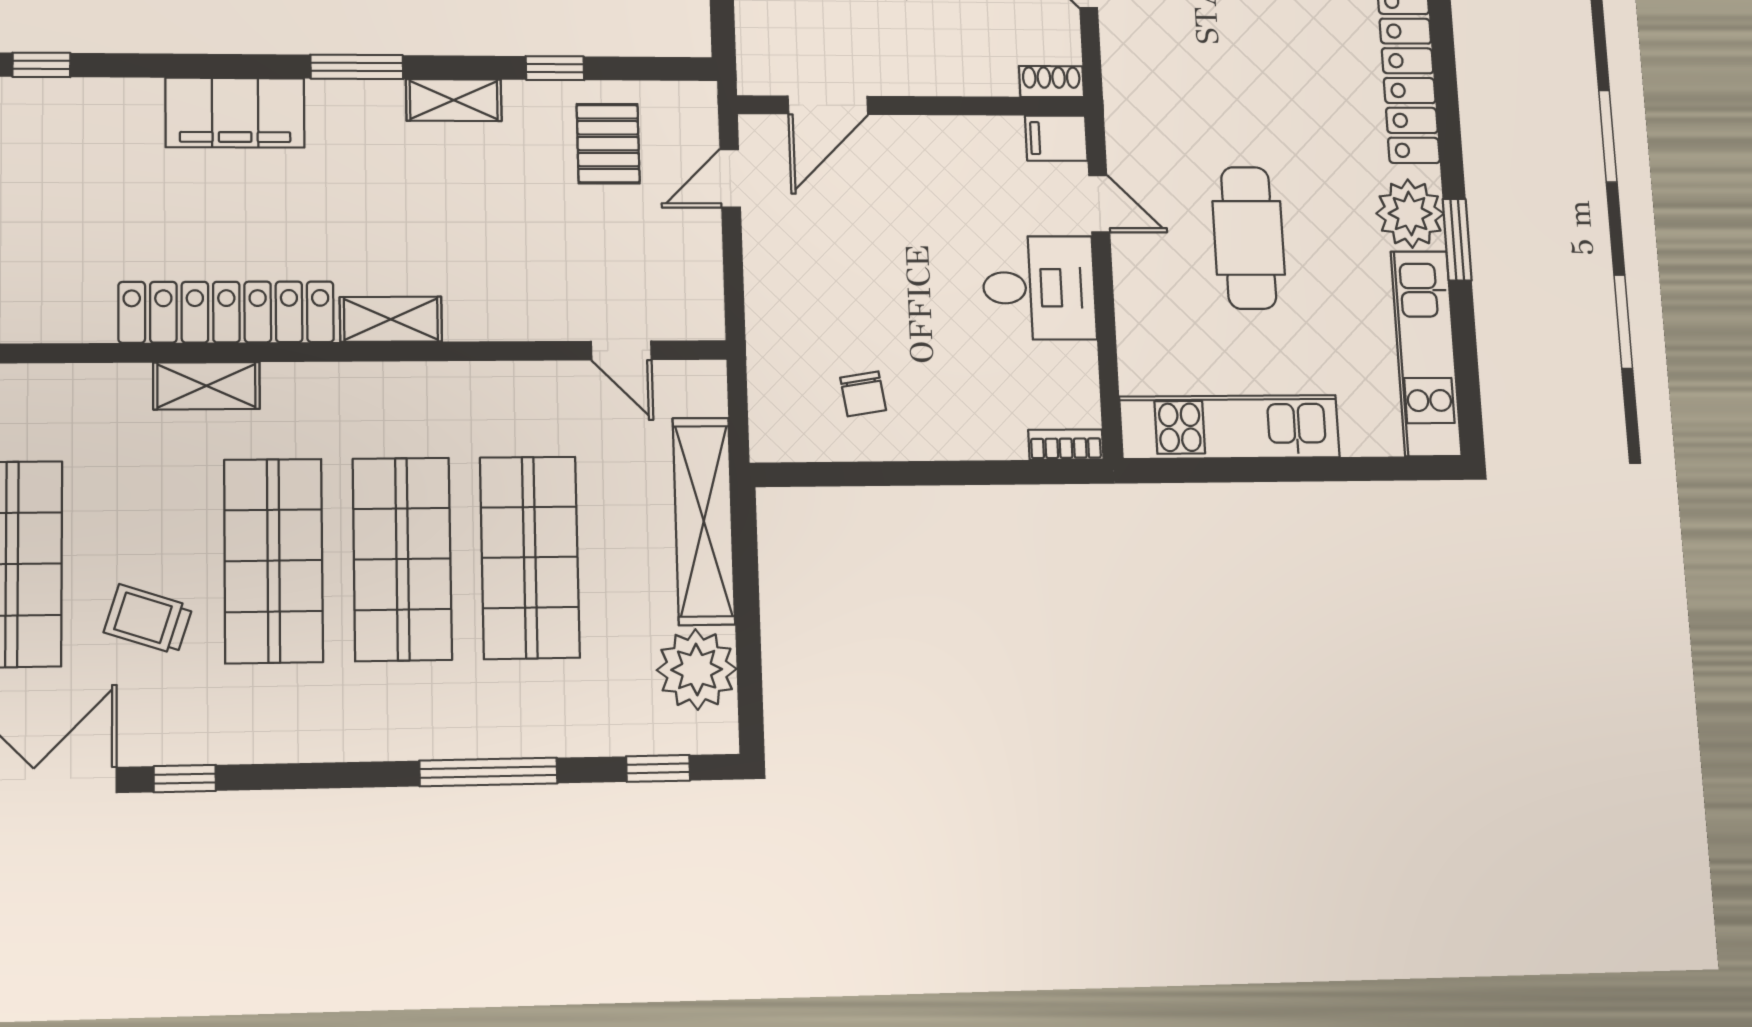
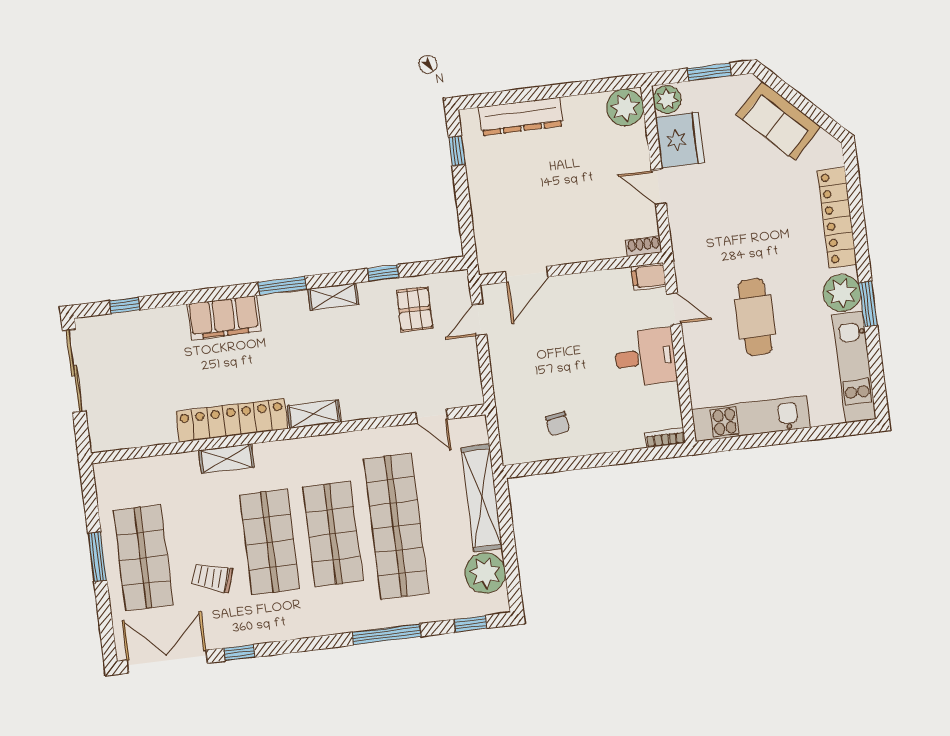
shop shelf: (530, 557) -> (396, 526), width x1.40

